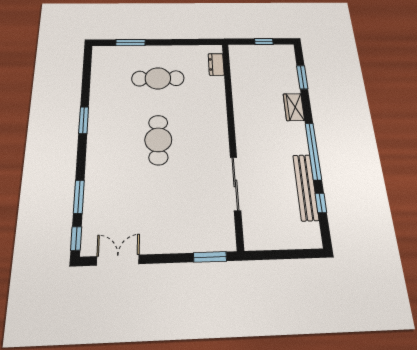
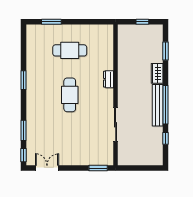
dresser: (216, 64) -> (109, 79), moved
bench: (306, 187) -> (158, 105), moved

